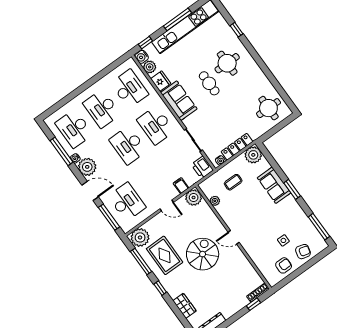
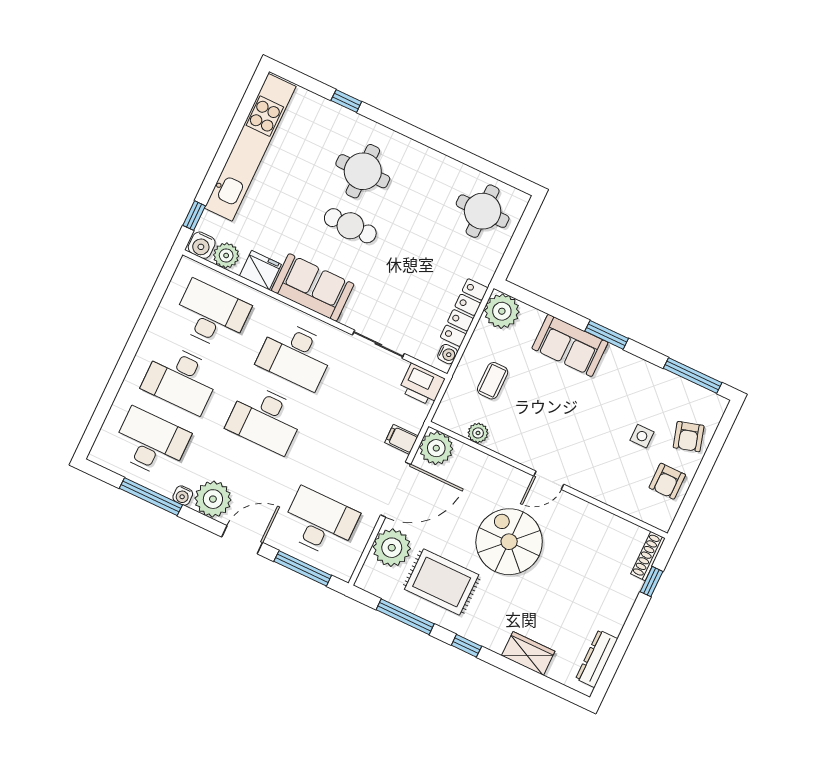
window: (178, 19) -> (229, 142), removed
desk: (74, 129) -> (151, 443), turned 180
door: (167, 206) -> (396, 490), width x1.88
plant: (140, 237) -> (392, 548), moved
armchair: (303, 252) -> (689, 437), turned 149
armchair: (284, 265) -> (667, 481), turned 180

